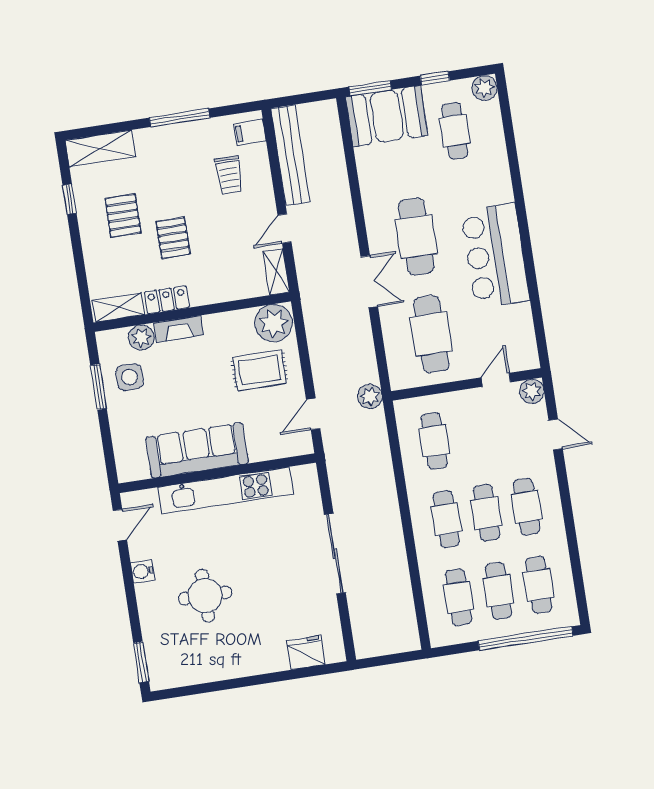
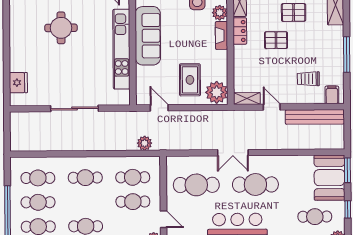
plant: (370, 397) -> (145, 143), moved
cafe table: (486, 513) -> (133, 202), moved

